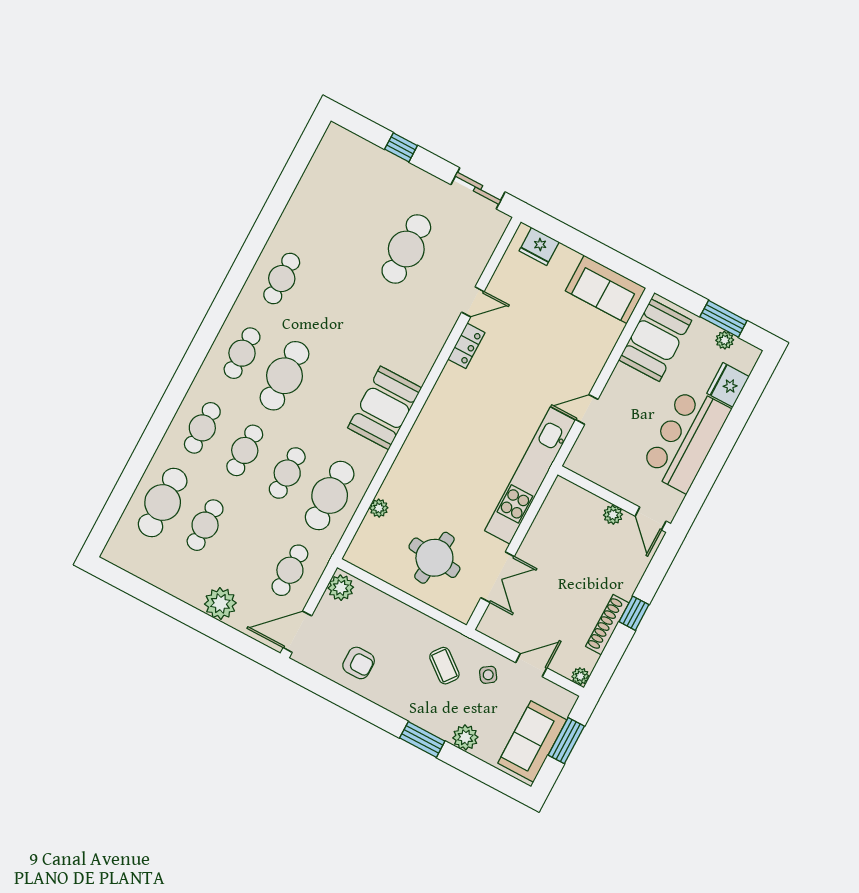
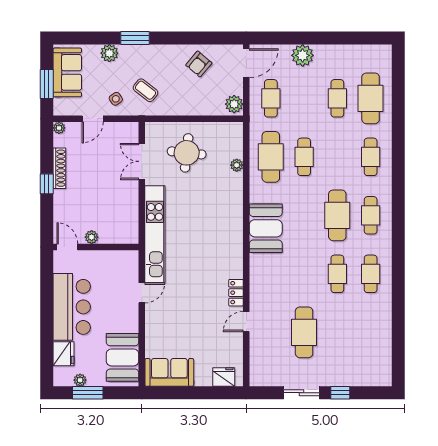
sliding door: (478, 188) -> (302, 393), moved
cafe table: (245, 450) -> (337, 274), moved
armchair: (359, 663) -> (199, 64), turned -50

